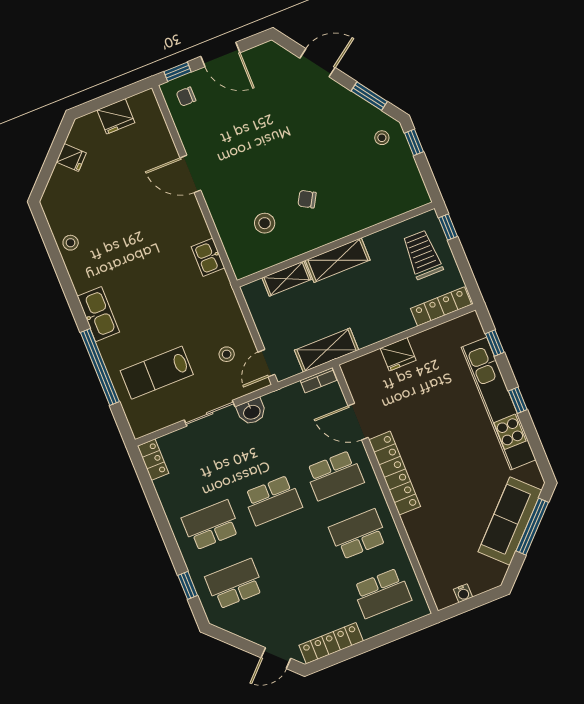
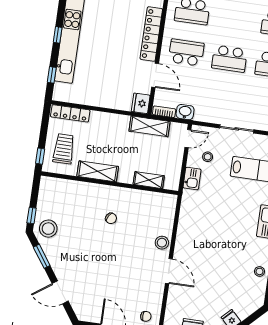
stool: (382, 138) -> (48, 229), width x1.89, depth x1.89
stool: (265, 223) -> (162, 243), moved
trolley: (422, 255) -> (64, 149), turned 180
kitchen sink: (208, 257) -> (192, 179), moved
shelving: (338, 260) -> (98, 171), moved
fridge: (398, 354) -> (141, 103), moved, turned -90
washbasin: (252, 412) -> (185, 112), moved
school desk: (273, 500) -> (229, 59), turned 180

